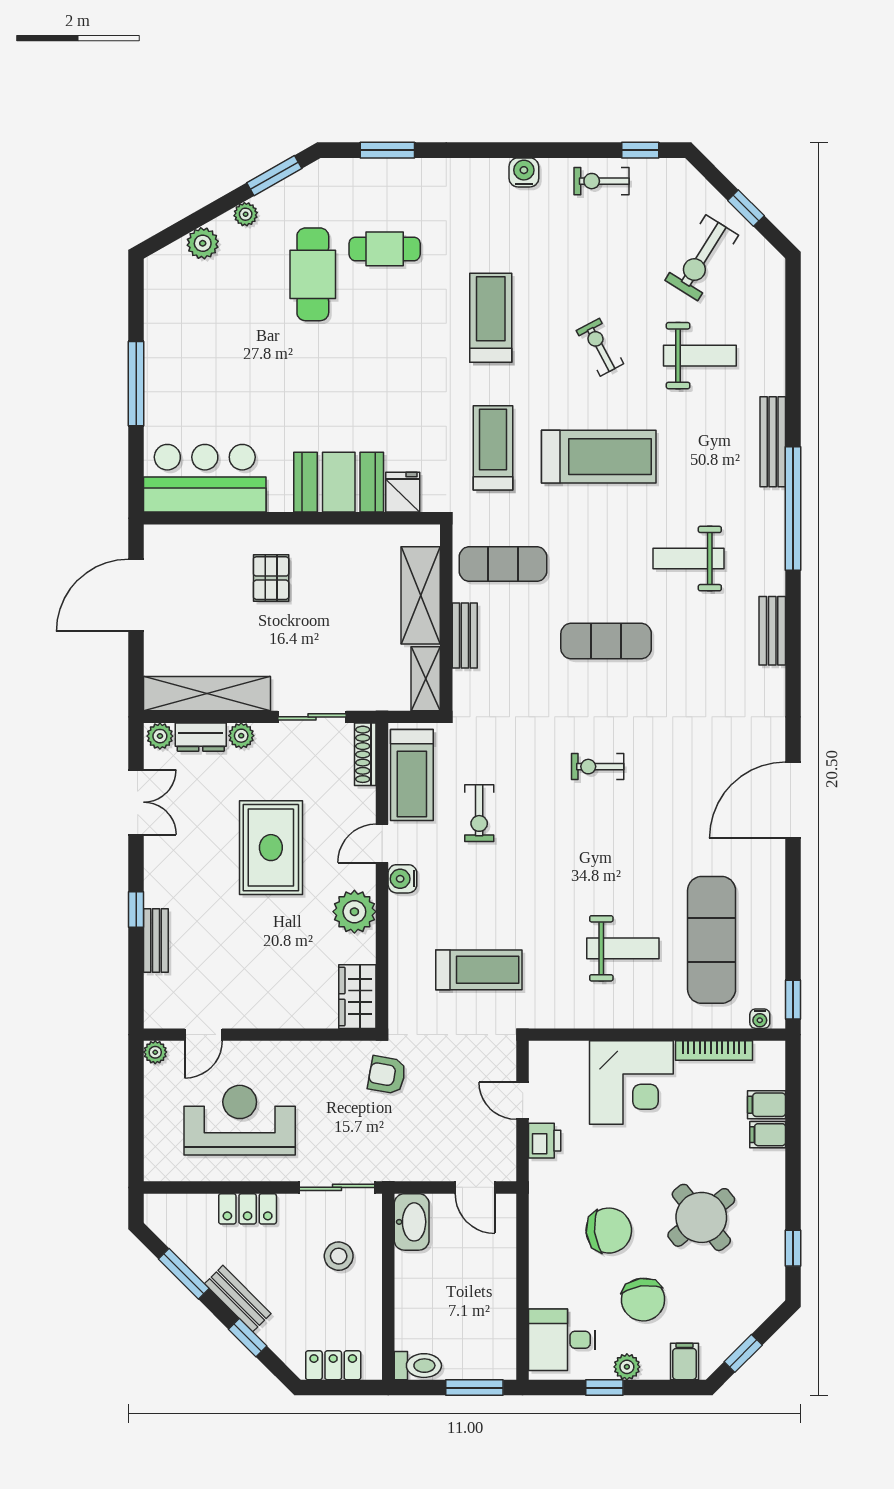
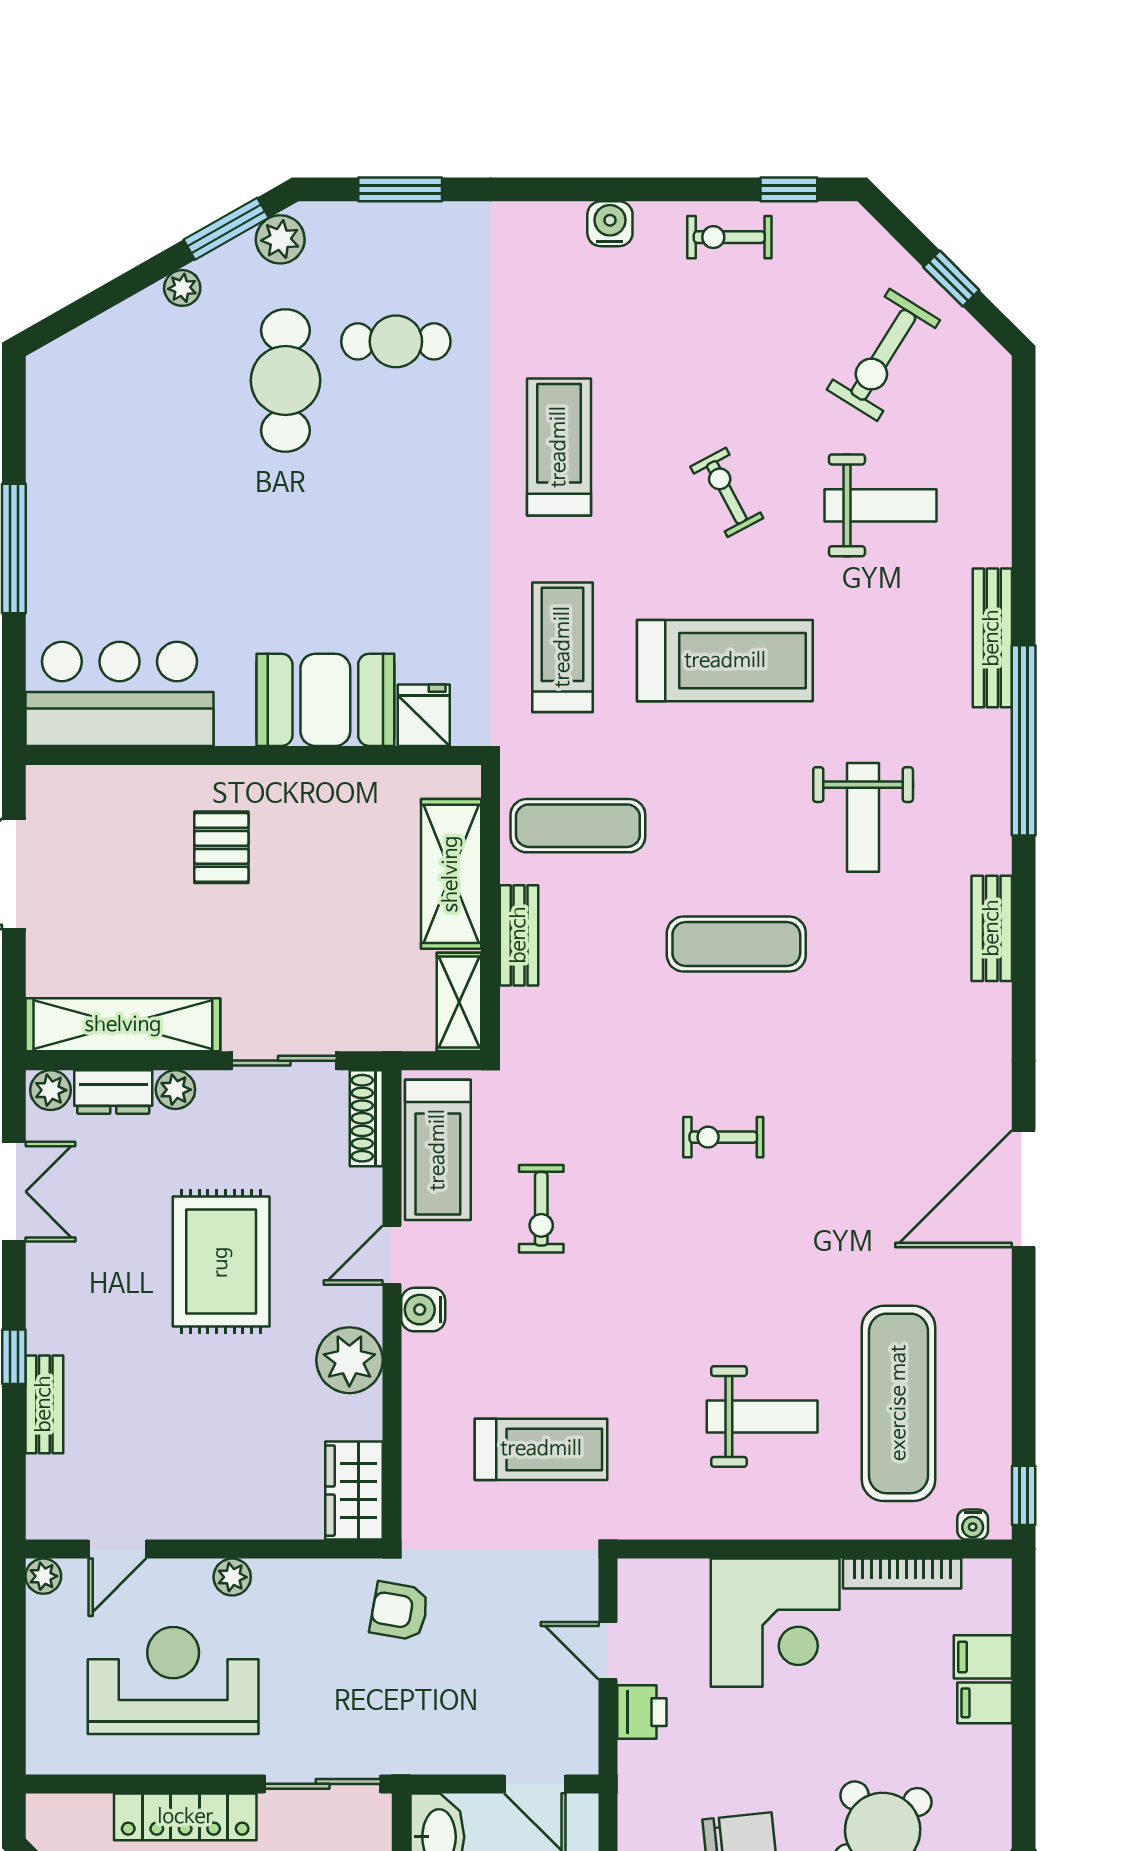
plant: (203, 243) -> (280, 239), moved
weight bench: (689, 559) -> (863, 817), turned -90
plant: (278, 1053) -> (232, 1577), added
locker: (248, 1209) -> (185, 1817), width x1.53

